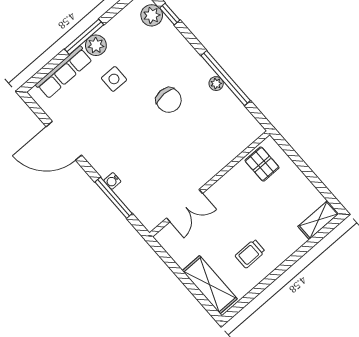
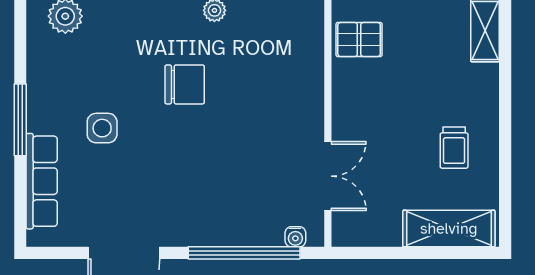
plant: (96, 45) -> (43, 114), removed
water cooler: (112, 181) -> (295, 237), moved
window: (114, 198) -> (244, 253), width x1.46

